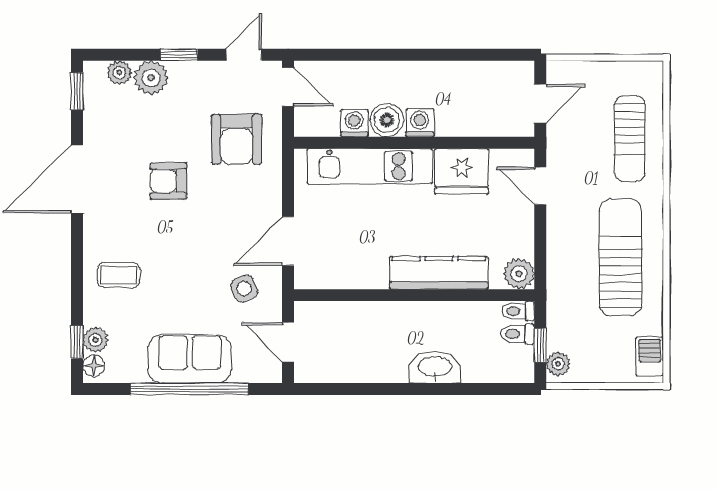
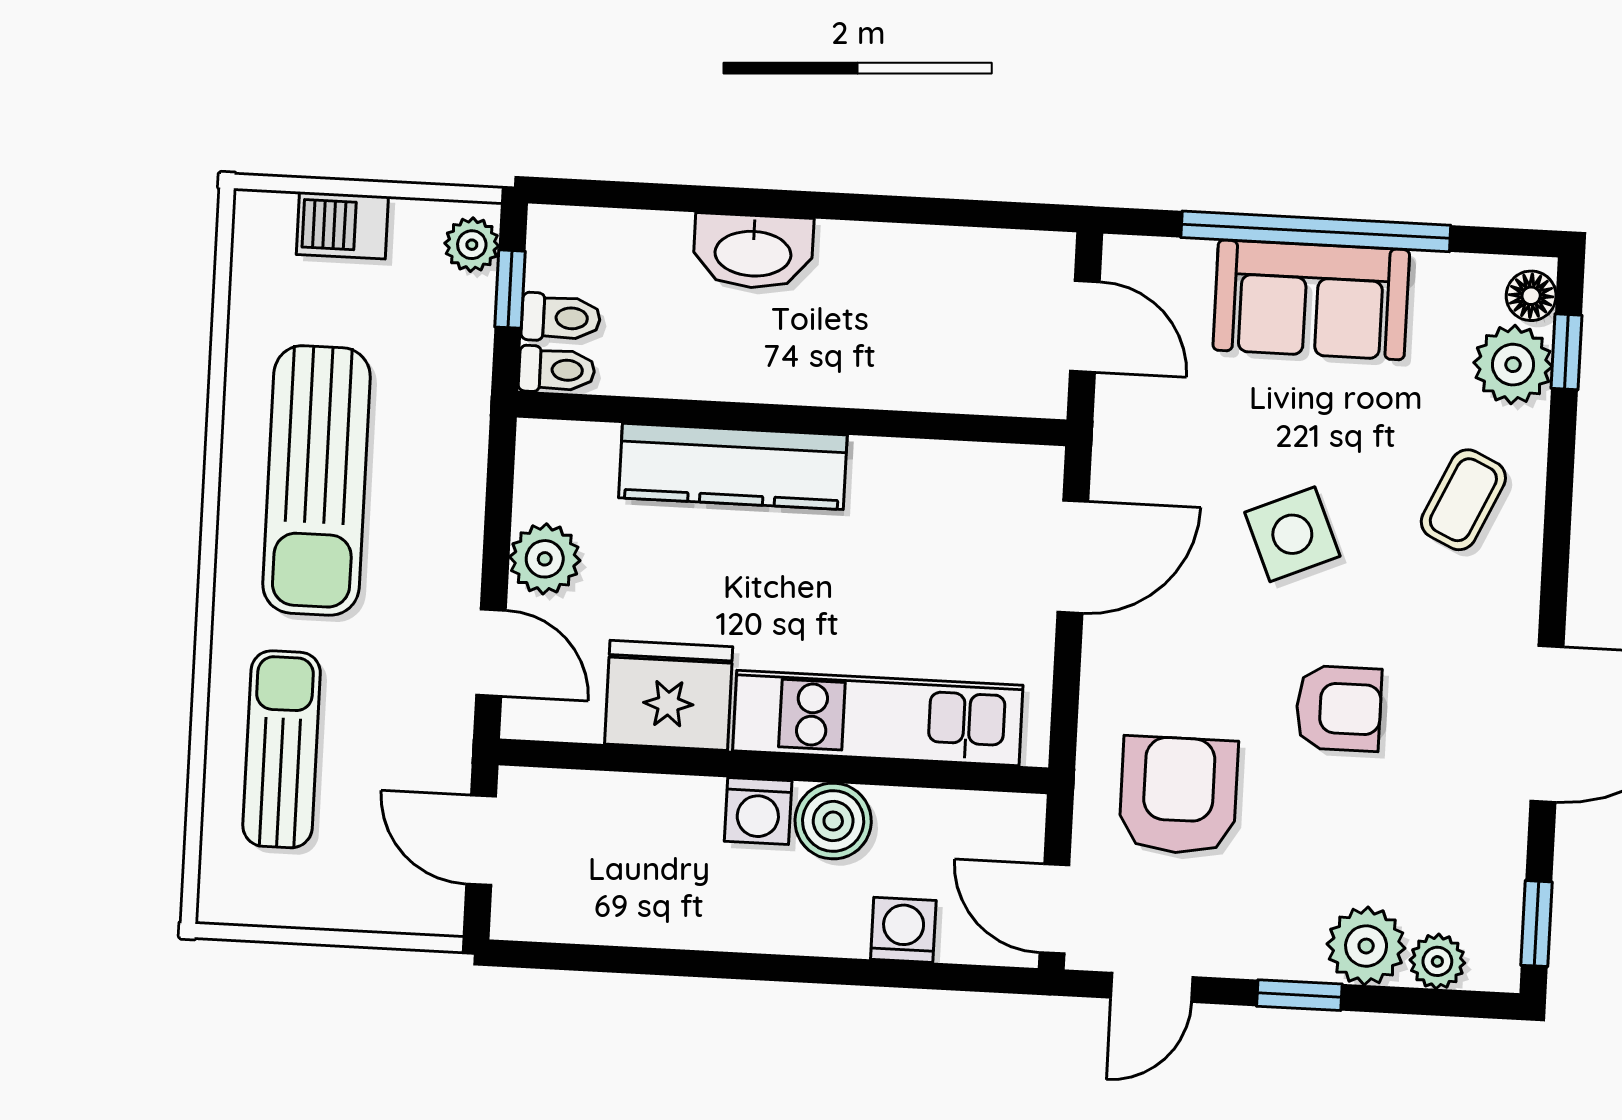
door: (540, 104) -> (481, 840), hinge flipped
washing machine: (354, 123) -> (903, 930), moved, turned 180
plant: (519, 274) -> (545, 559), moved
coffee table: (119, 275) -> (1463, 500), turned -65
side table: (244, 289) -> (1292, 534), moved, width x1.37, depth x1.37
plant: (95, 340) -> (1513, 365), width x1.38, depth x1.38
barbecue: (650, 356) -> (342, 225), moved, turned 90

